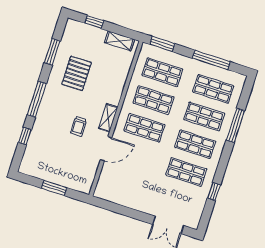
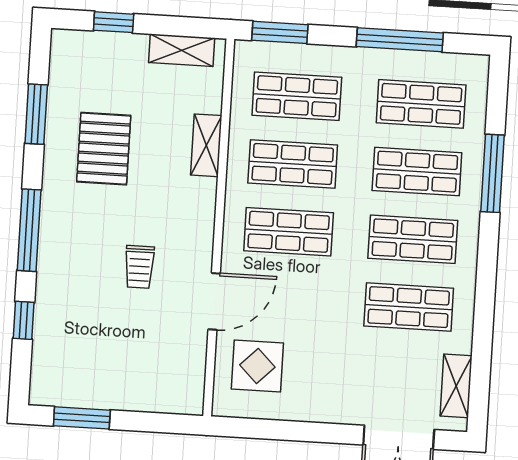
shelving: (108, 118) -> (206, 145), moved
display table: (117, 180) -> (257, 366), added
window: (54, 188) -> (82, 418), moved
window: (214, 192) -> (483, 335), removed
shelving: (197, 210) -> (456, 386), added

